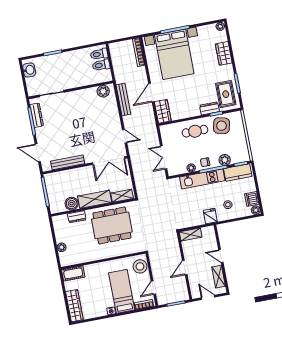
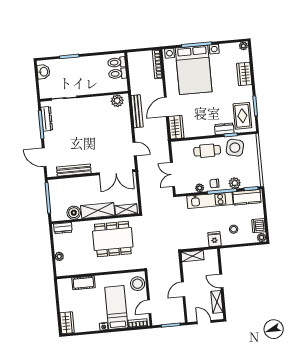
dresser: (77, 217) -> (63, 228), moved
cot: (73, 273) -> (83, 283), moved
wardrobe: (74, 306) -> (67, 323), width x0.67

